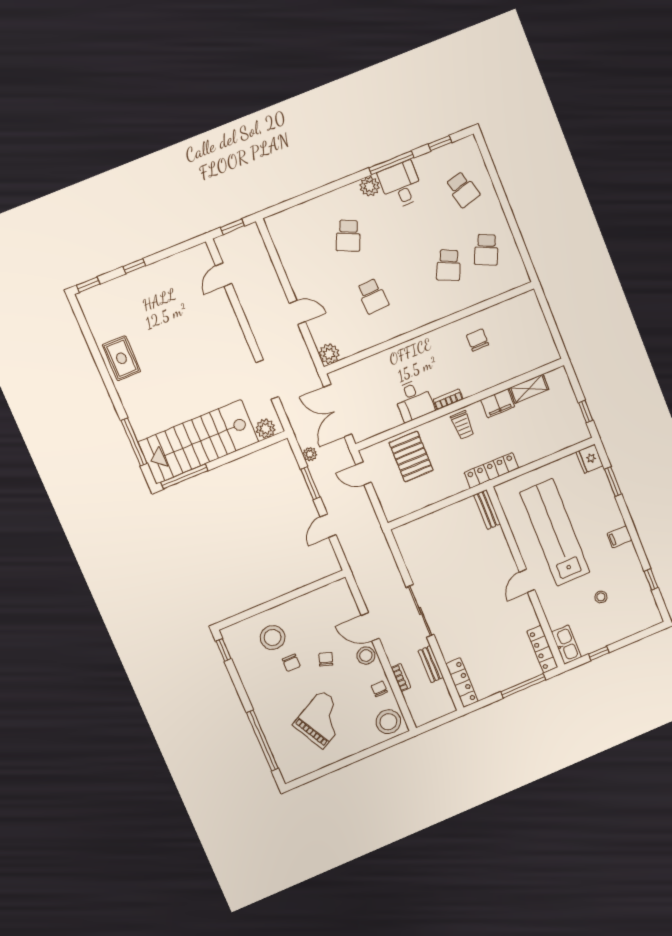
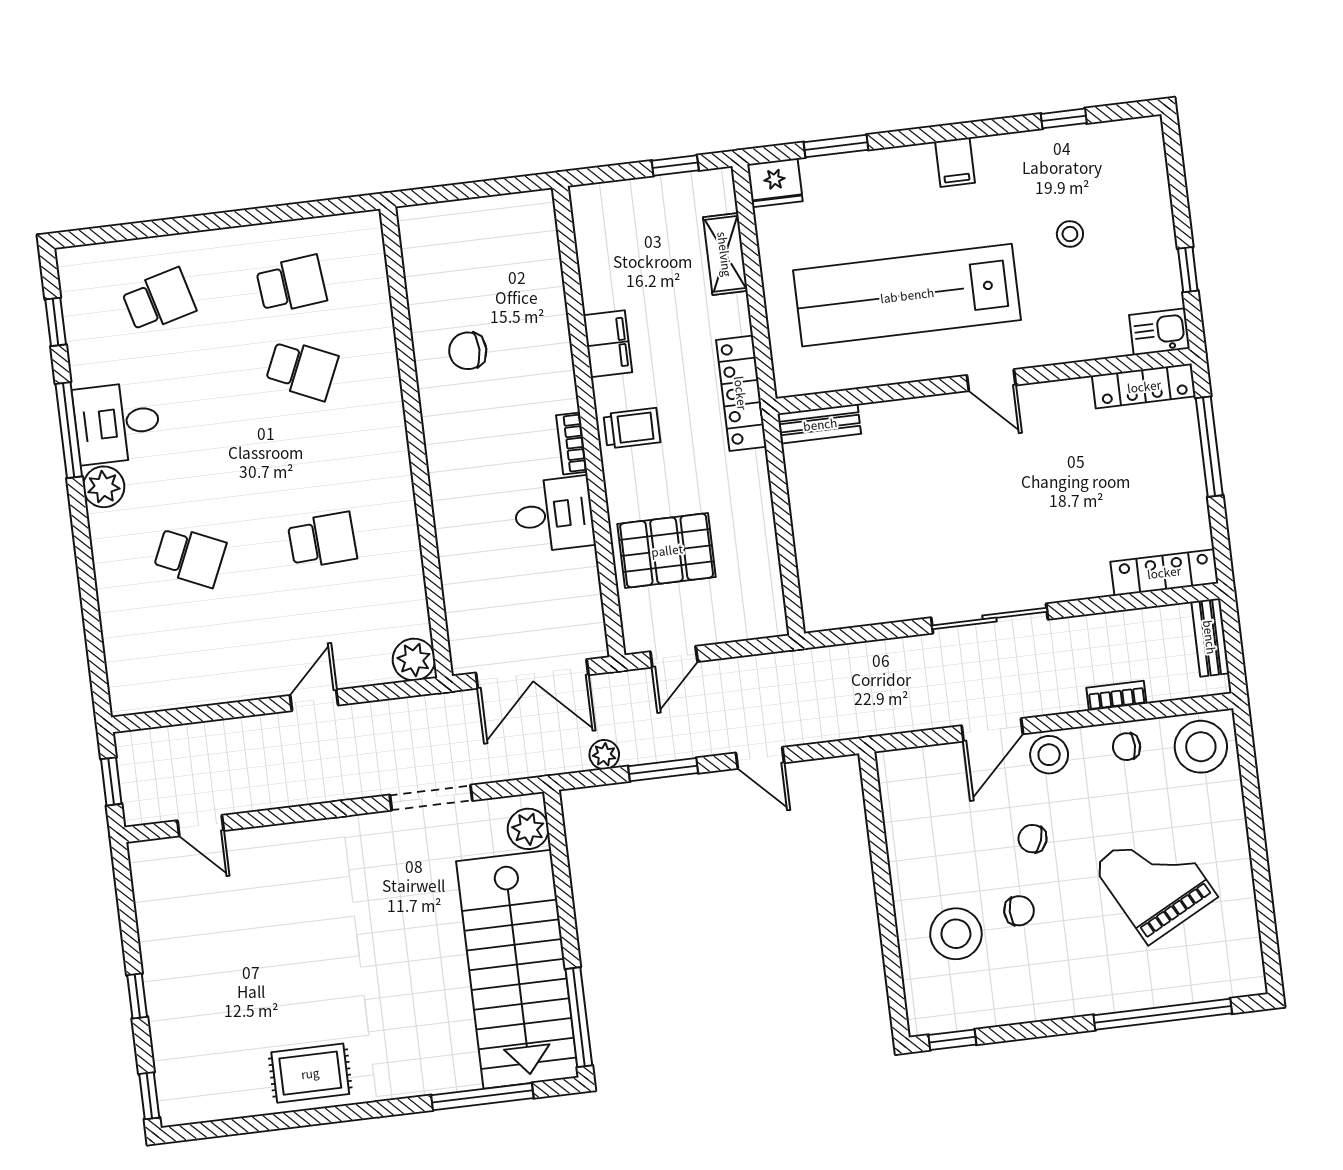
school desk: (486, 250) -> (291, 284), turned -30
shelving: (529, 389) -> (725, 254), moved
kitchen sink: (566, 645) -> (1159, 332), width x0.73
bench: (431, 664) -> (1210, 637), moved, turned 90

